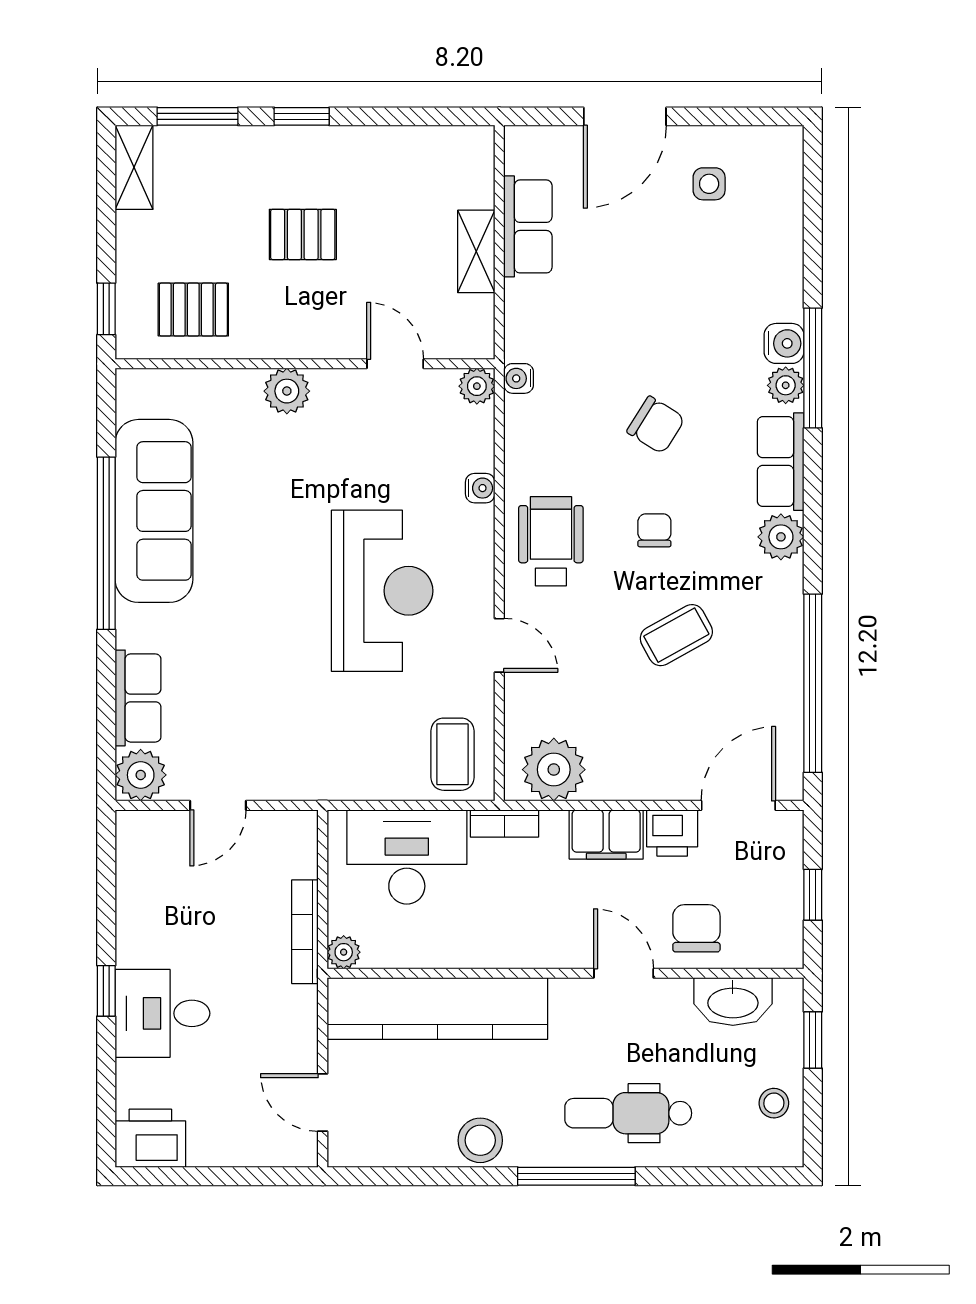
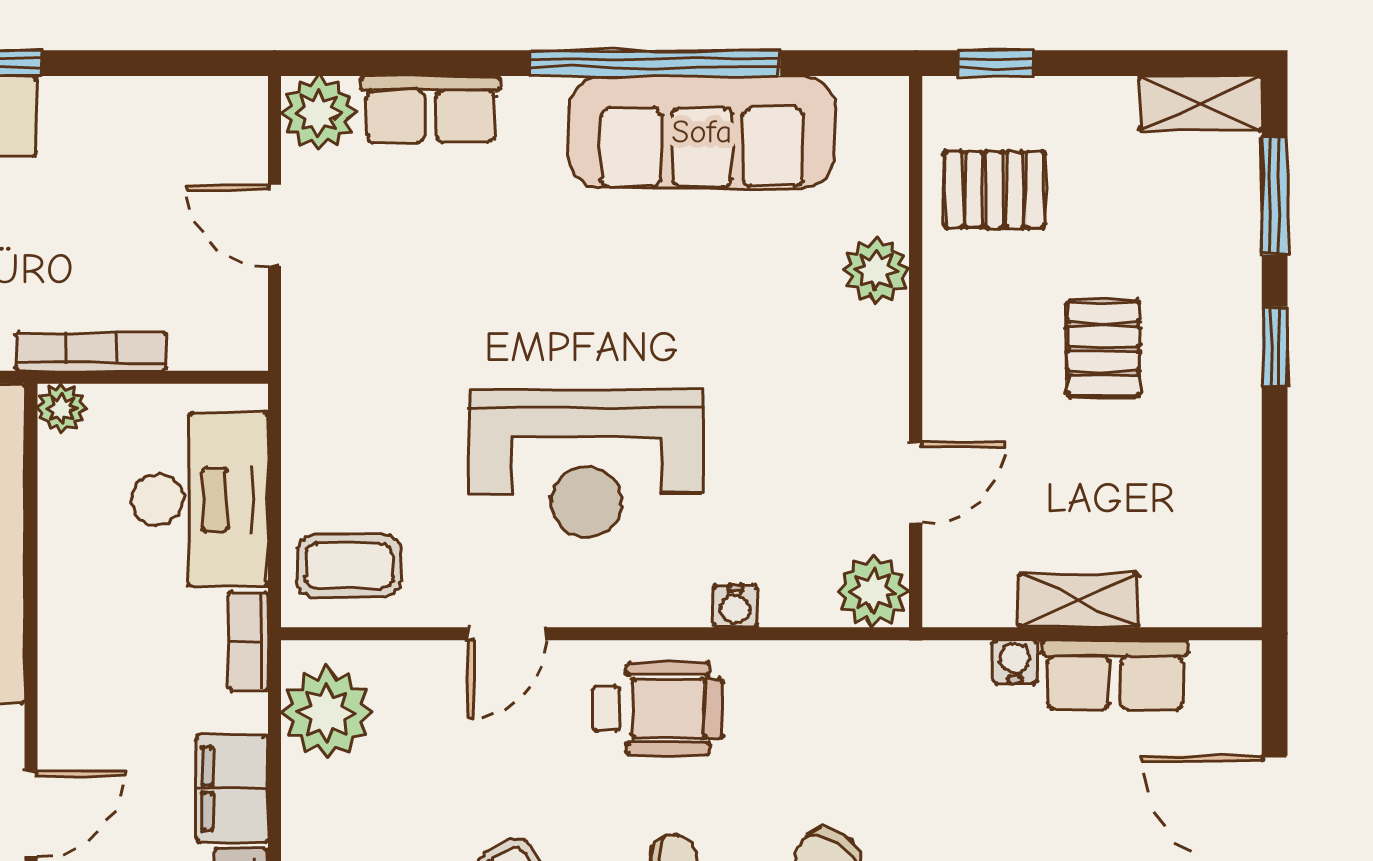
pallet: (193, 310) -> (994, 190), turned 90
water cooler: (519, 378) -> (1015, 662), moved
plant: (477, 386) -> (873, 591), width x1.38, depth x1.38
plant: (287, 391) -> (876, 270), moved

